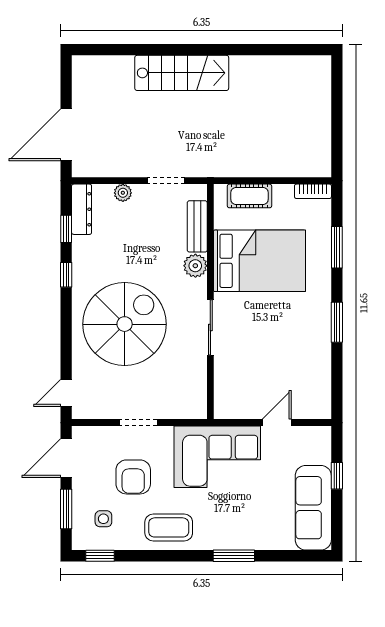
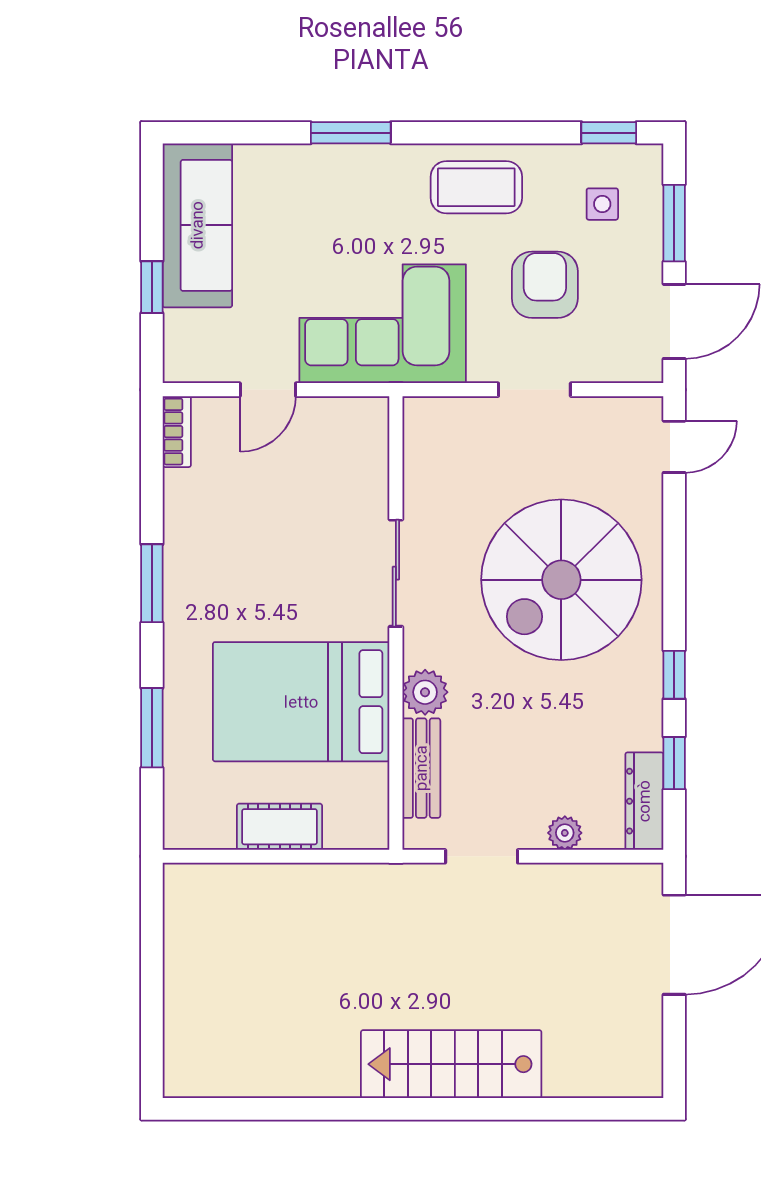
bookcase: (313, 191) -> (177, 432), moved, turned 90
cot: (249, 196) -> (280, 827), moved

